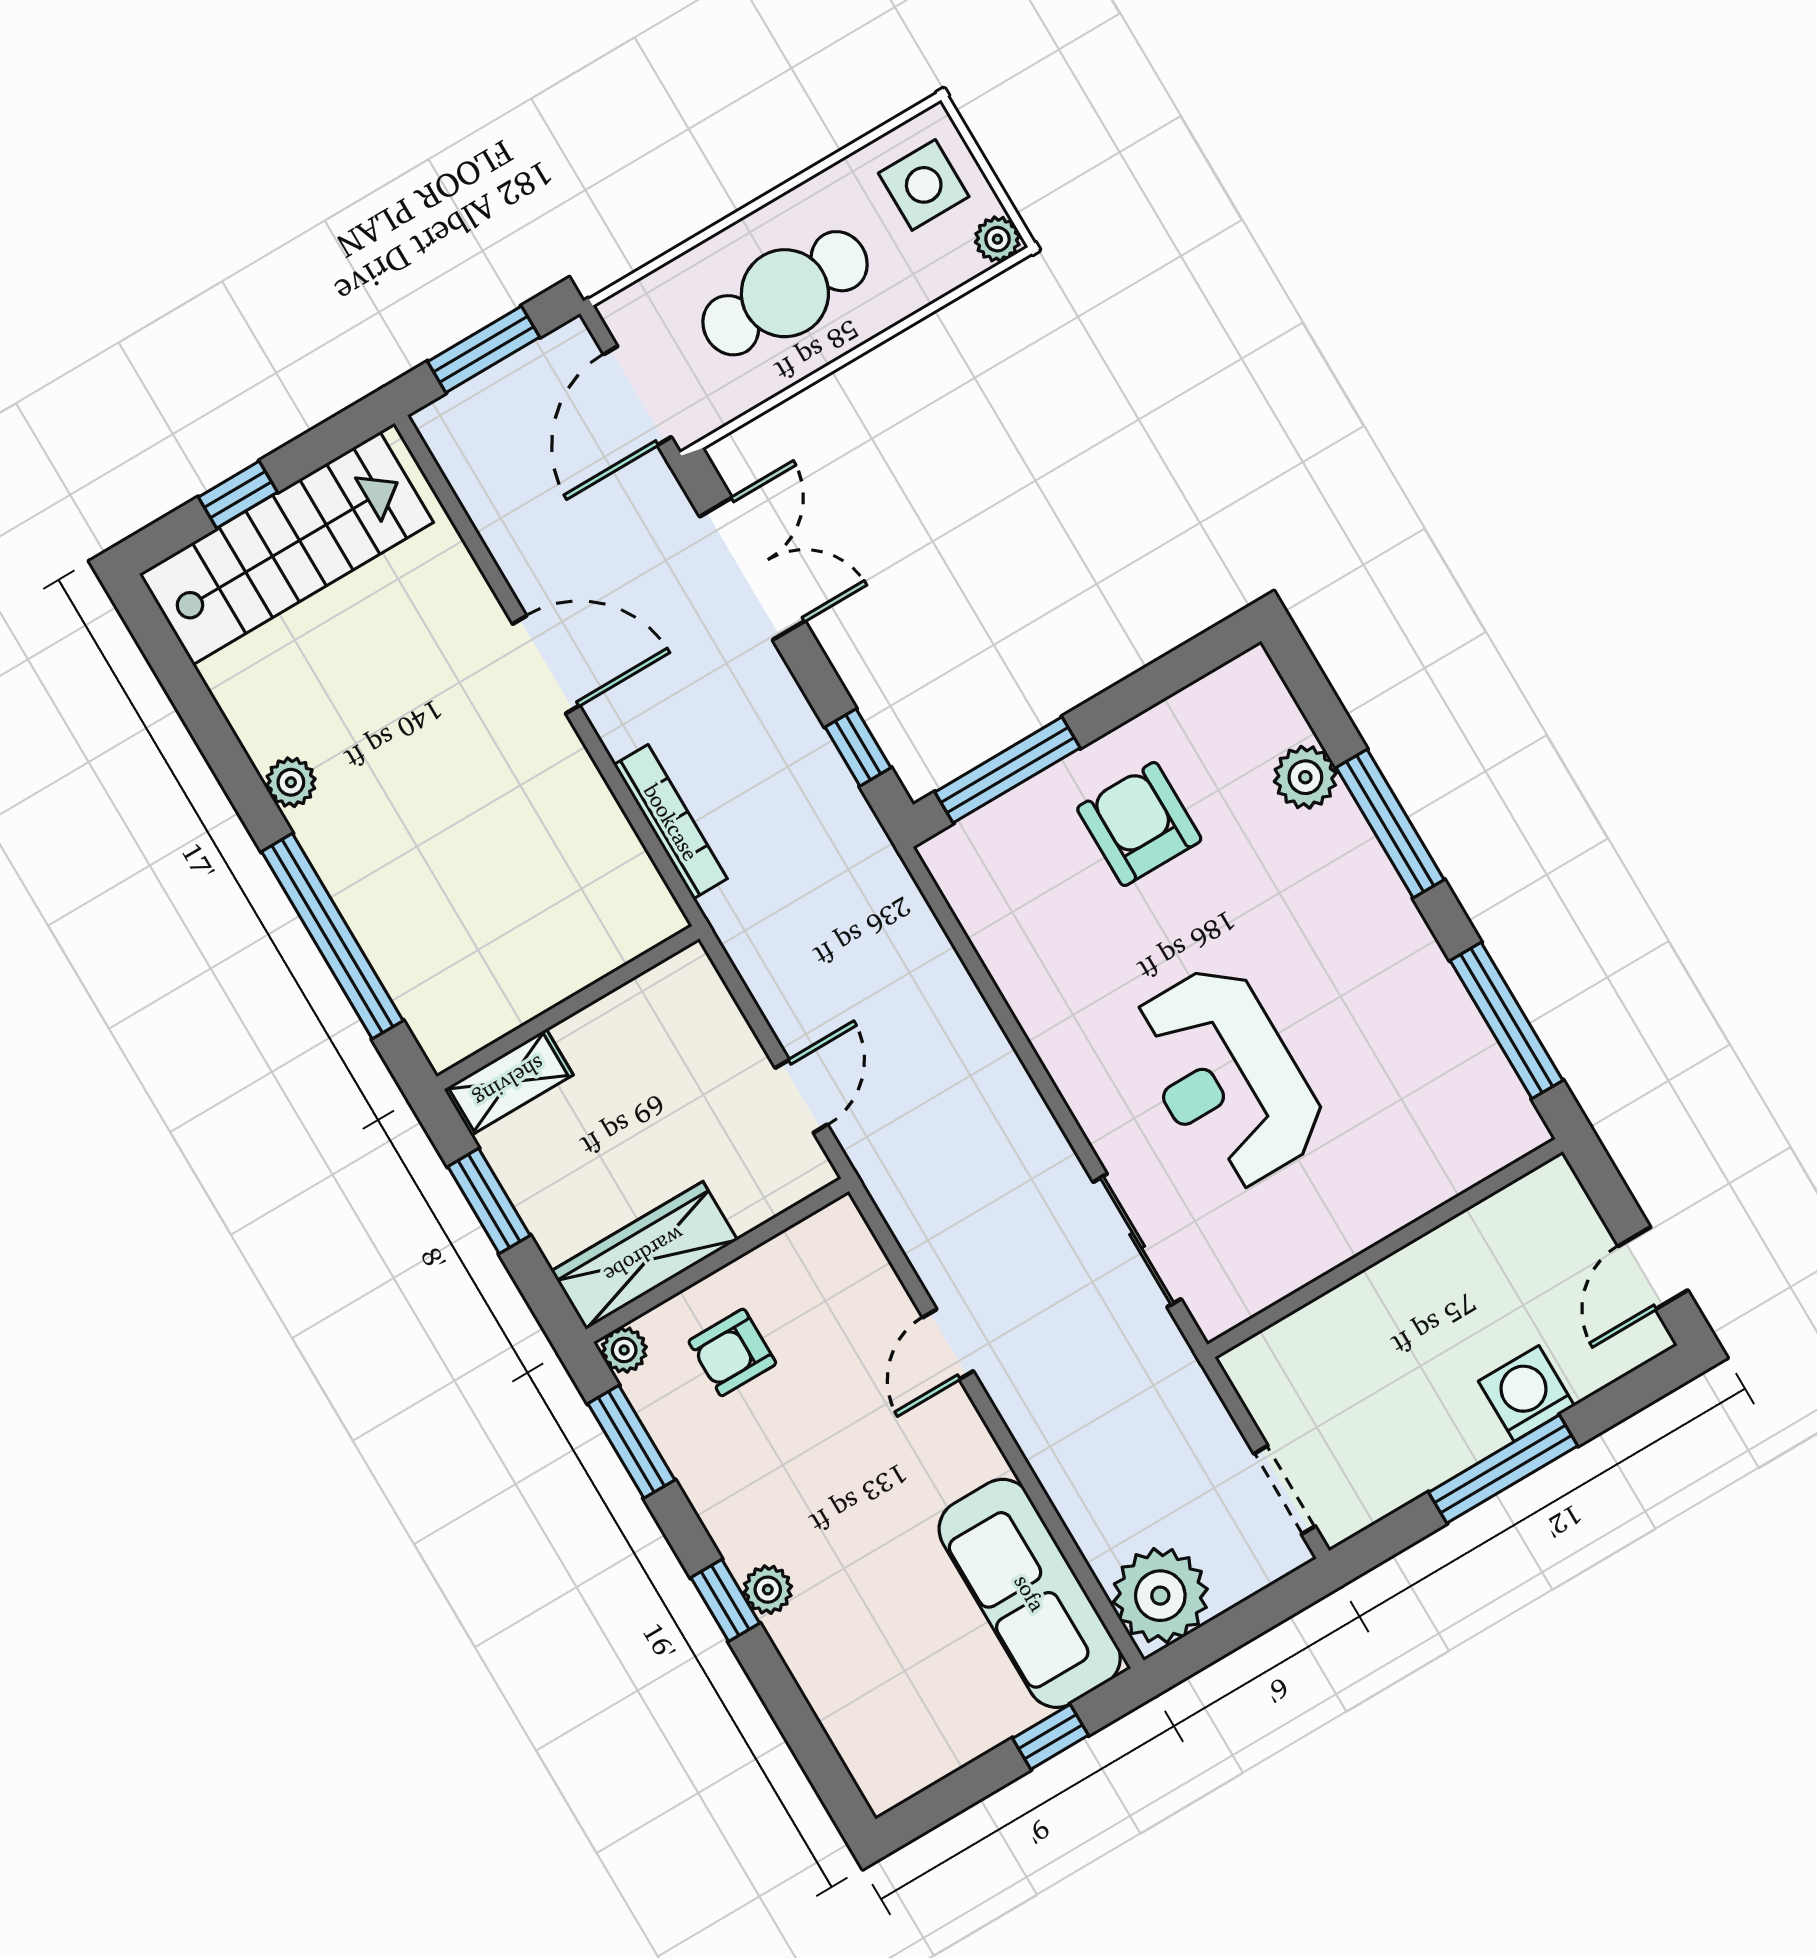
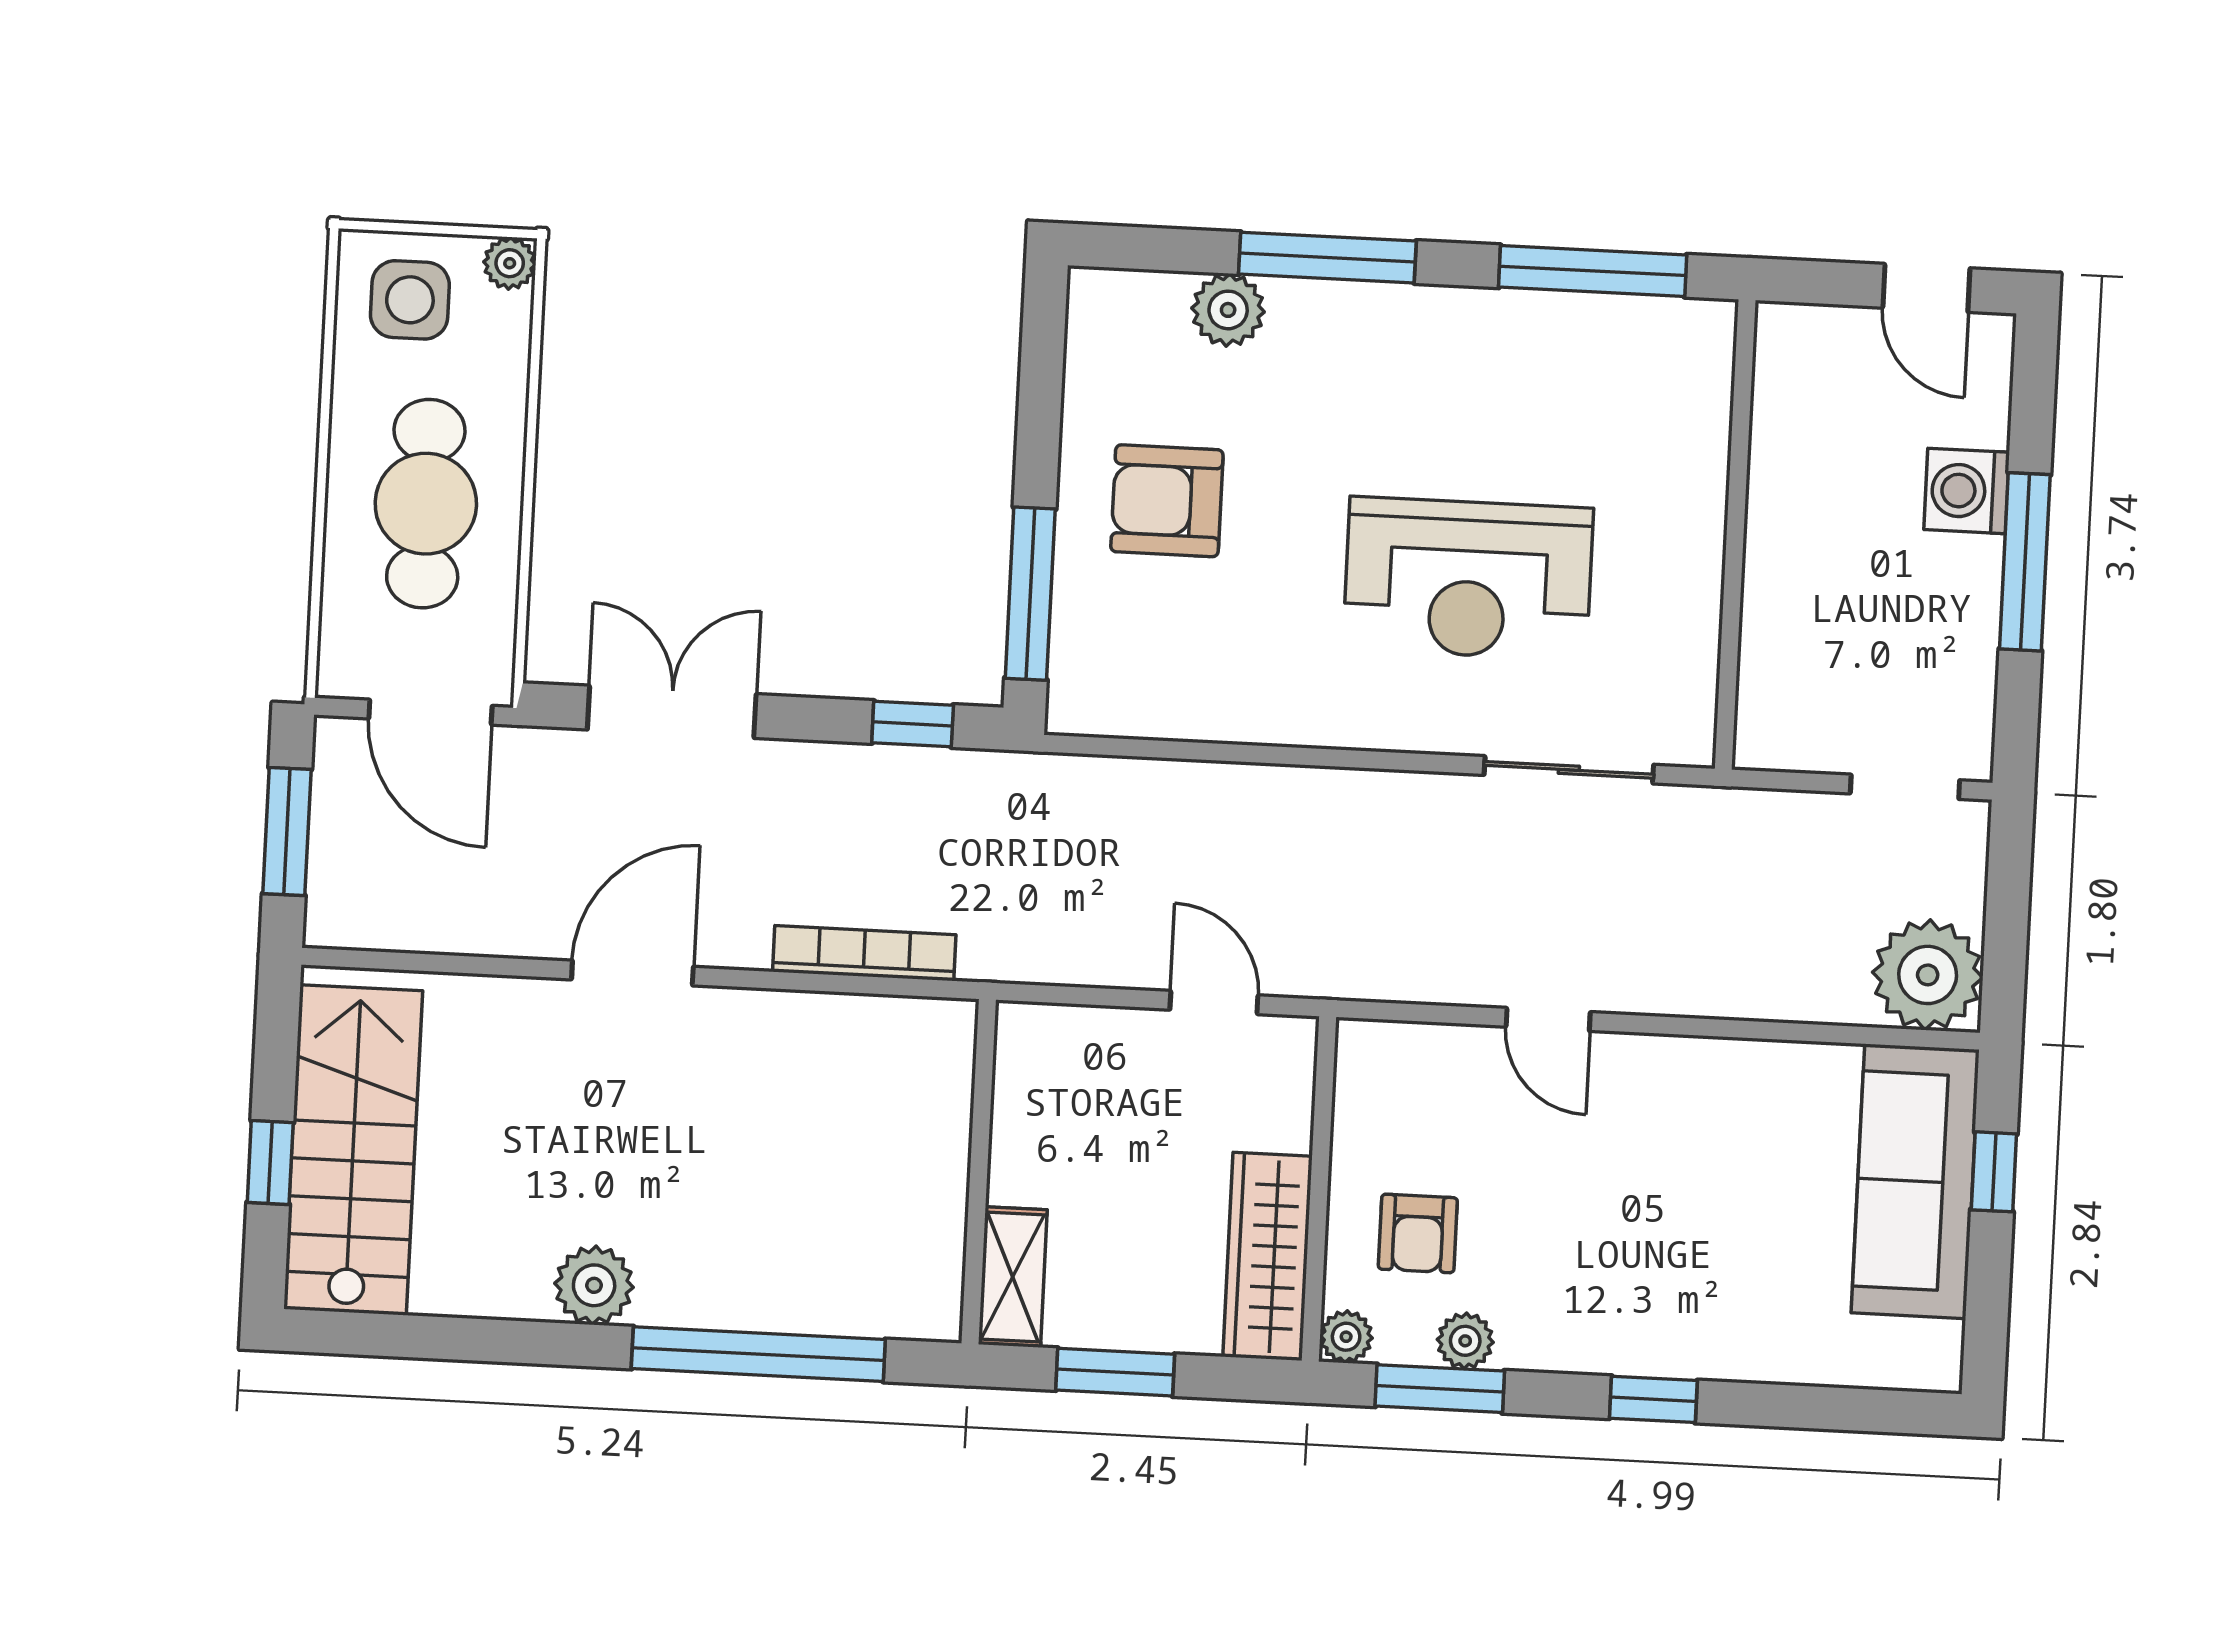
plant: (291, 782) -> (594, 1285), width x1.38, depth x1.38
plant: (768, 1590) -> (1465, 1341), moved
sofa: (1030, 1593) -> (1915, 1181), moved, turned 90

